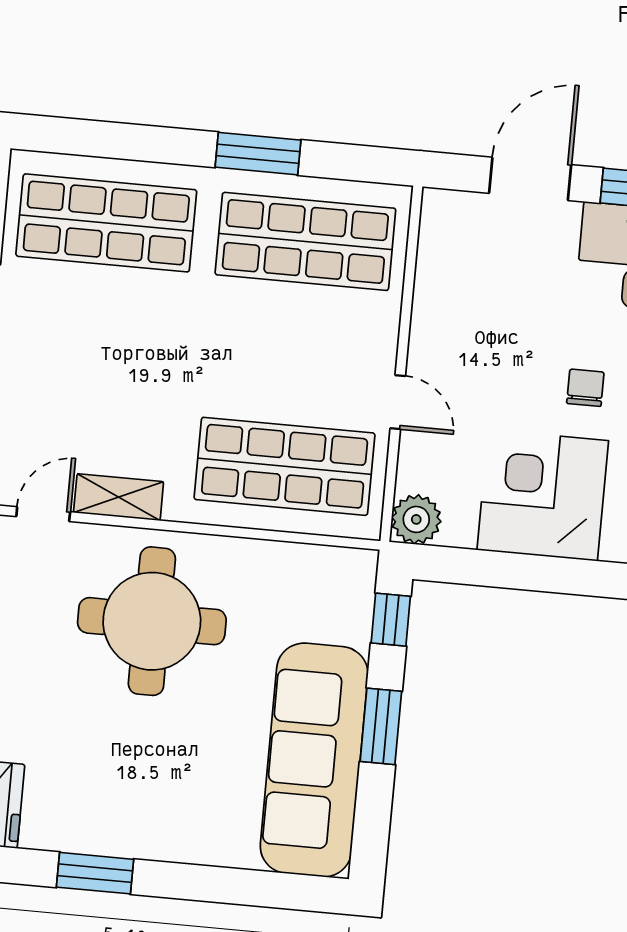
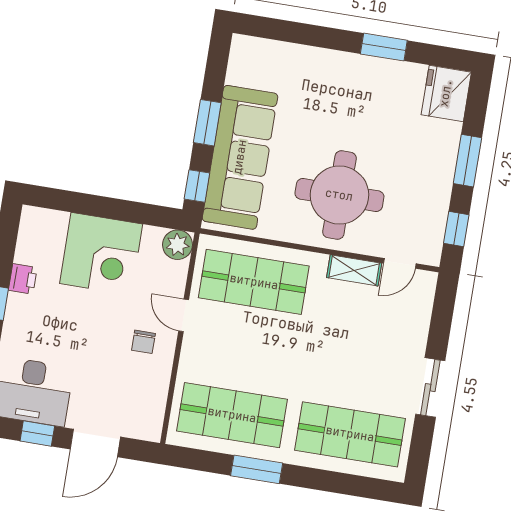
chair: (585, 388) -> (143, 342), moved
sofa: (314, 760) -> (240, 157), moved

